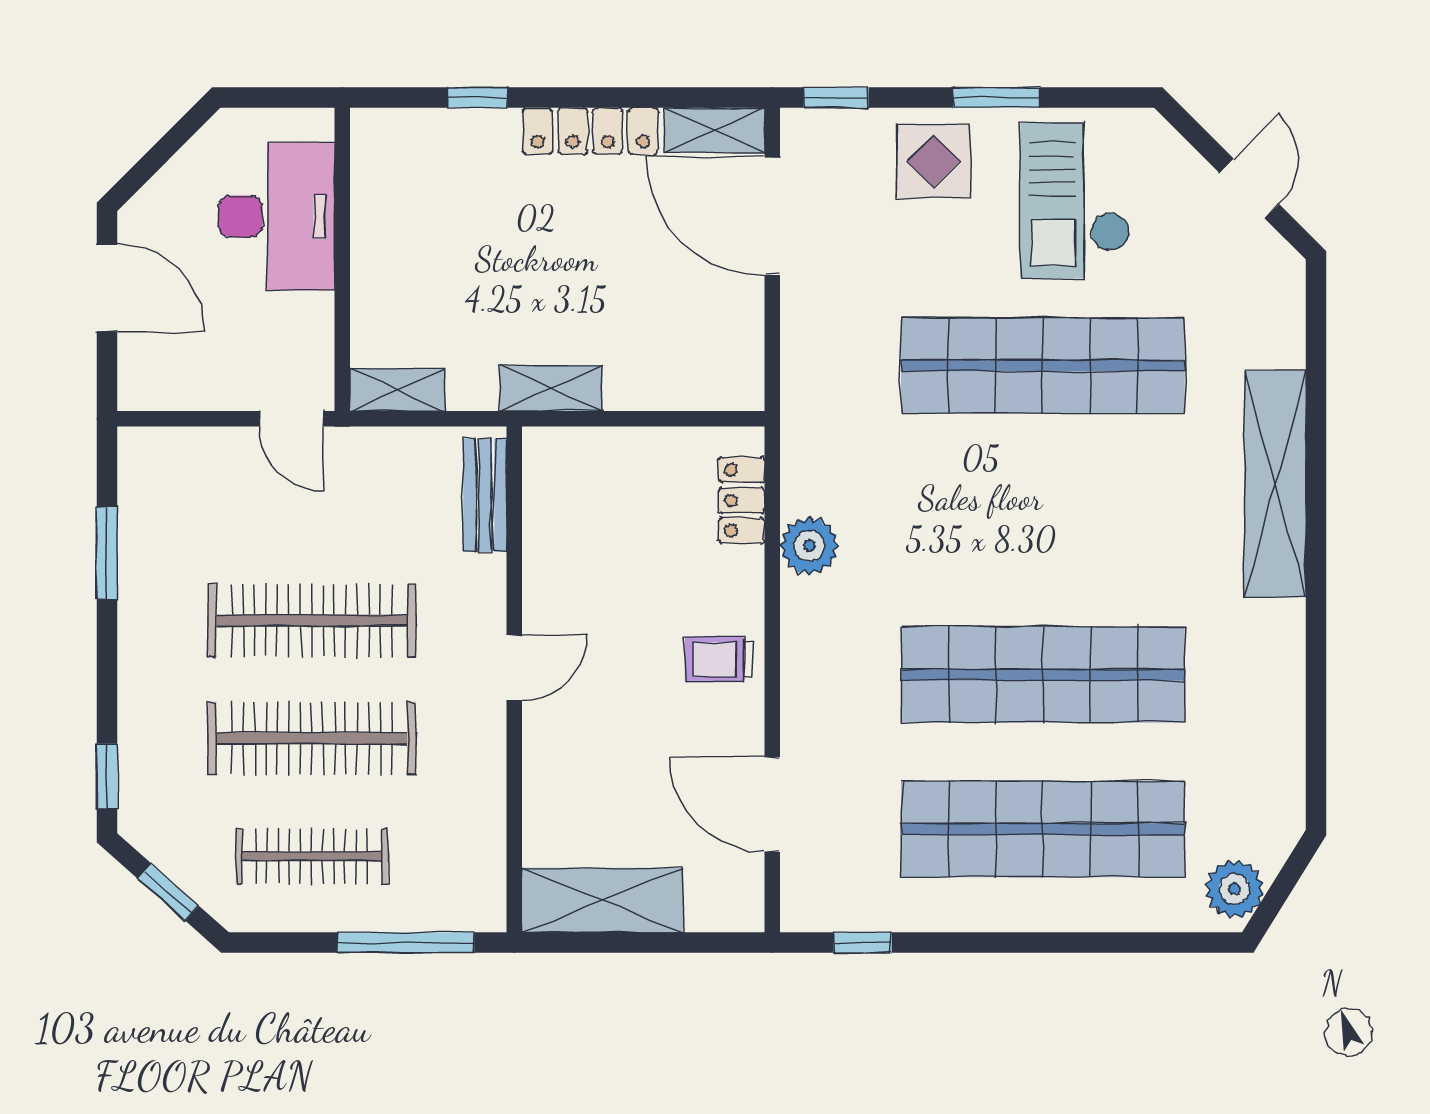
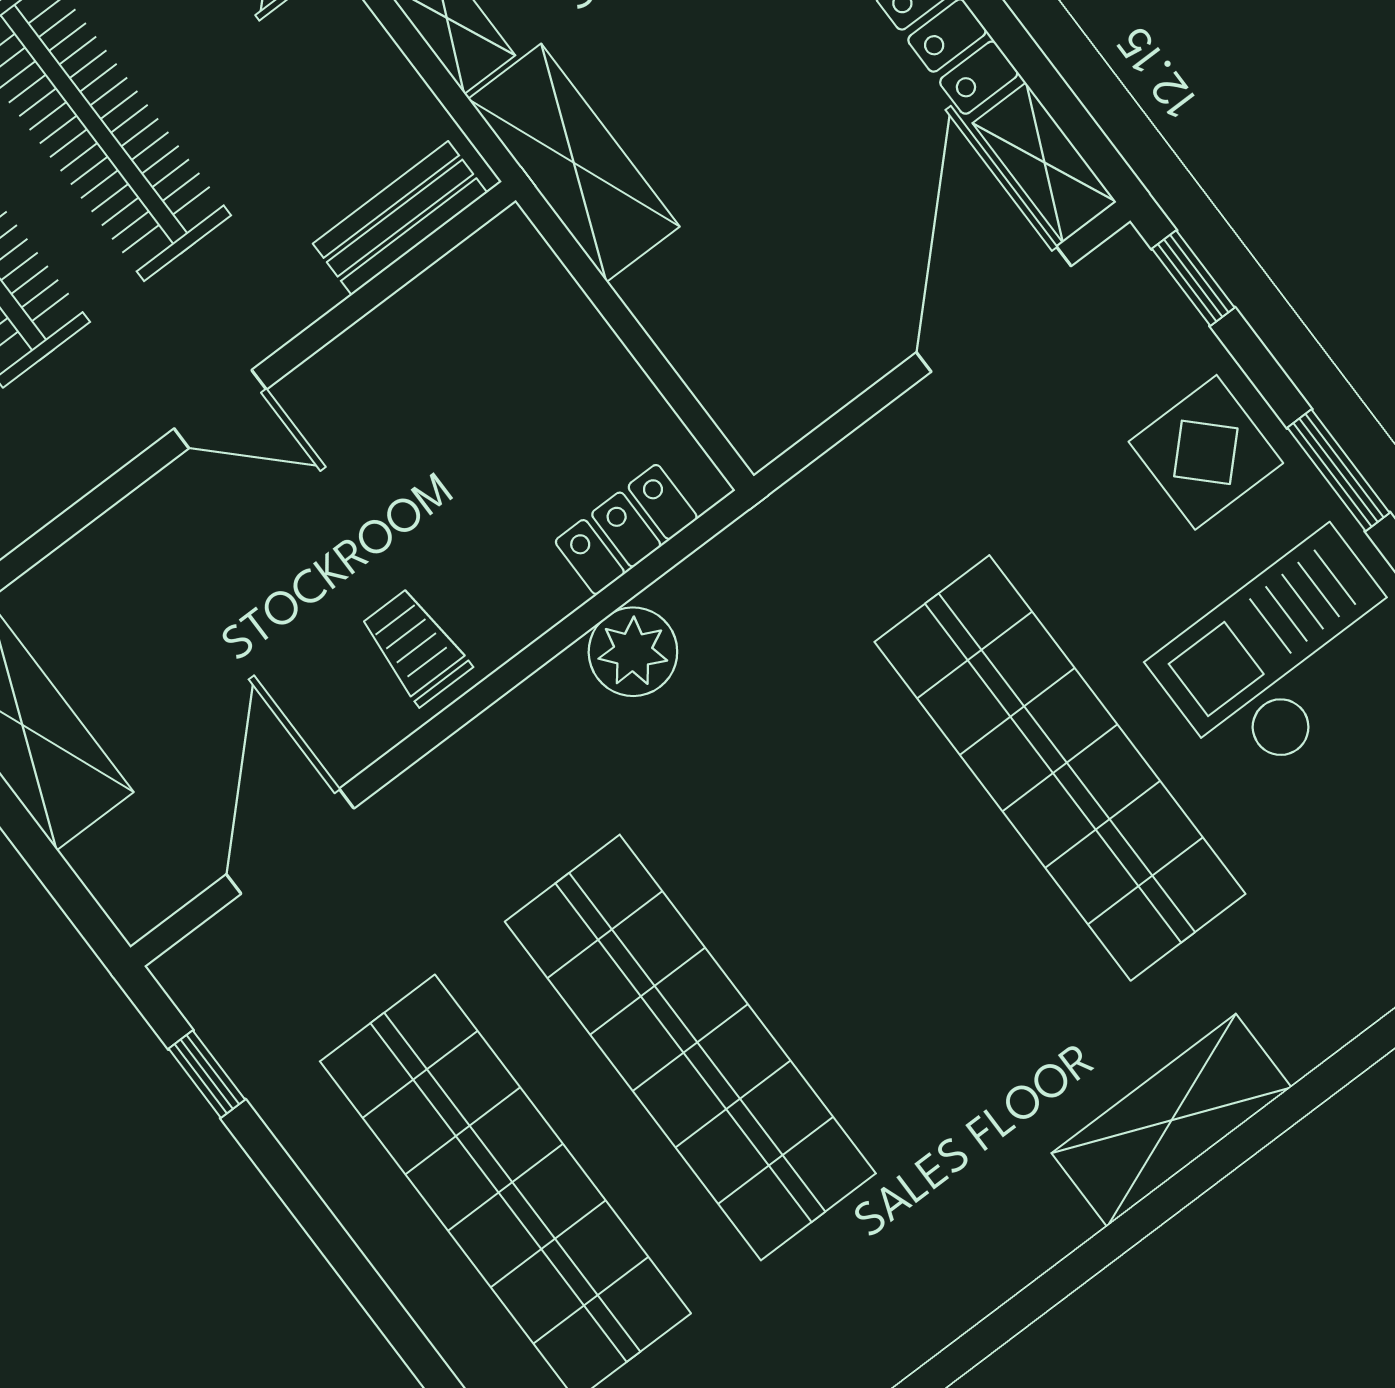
shelving: (551, 388) -> (574, 163), width x1.50, depth x1.33
shelving: (1275, 484) -> (1171, 1120), width x0.68

